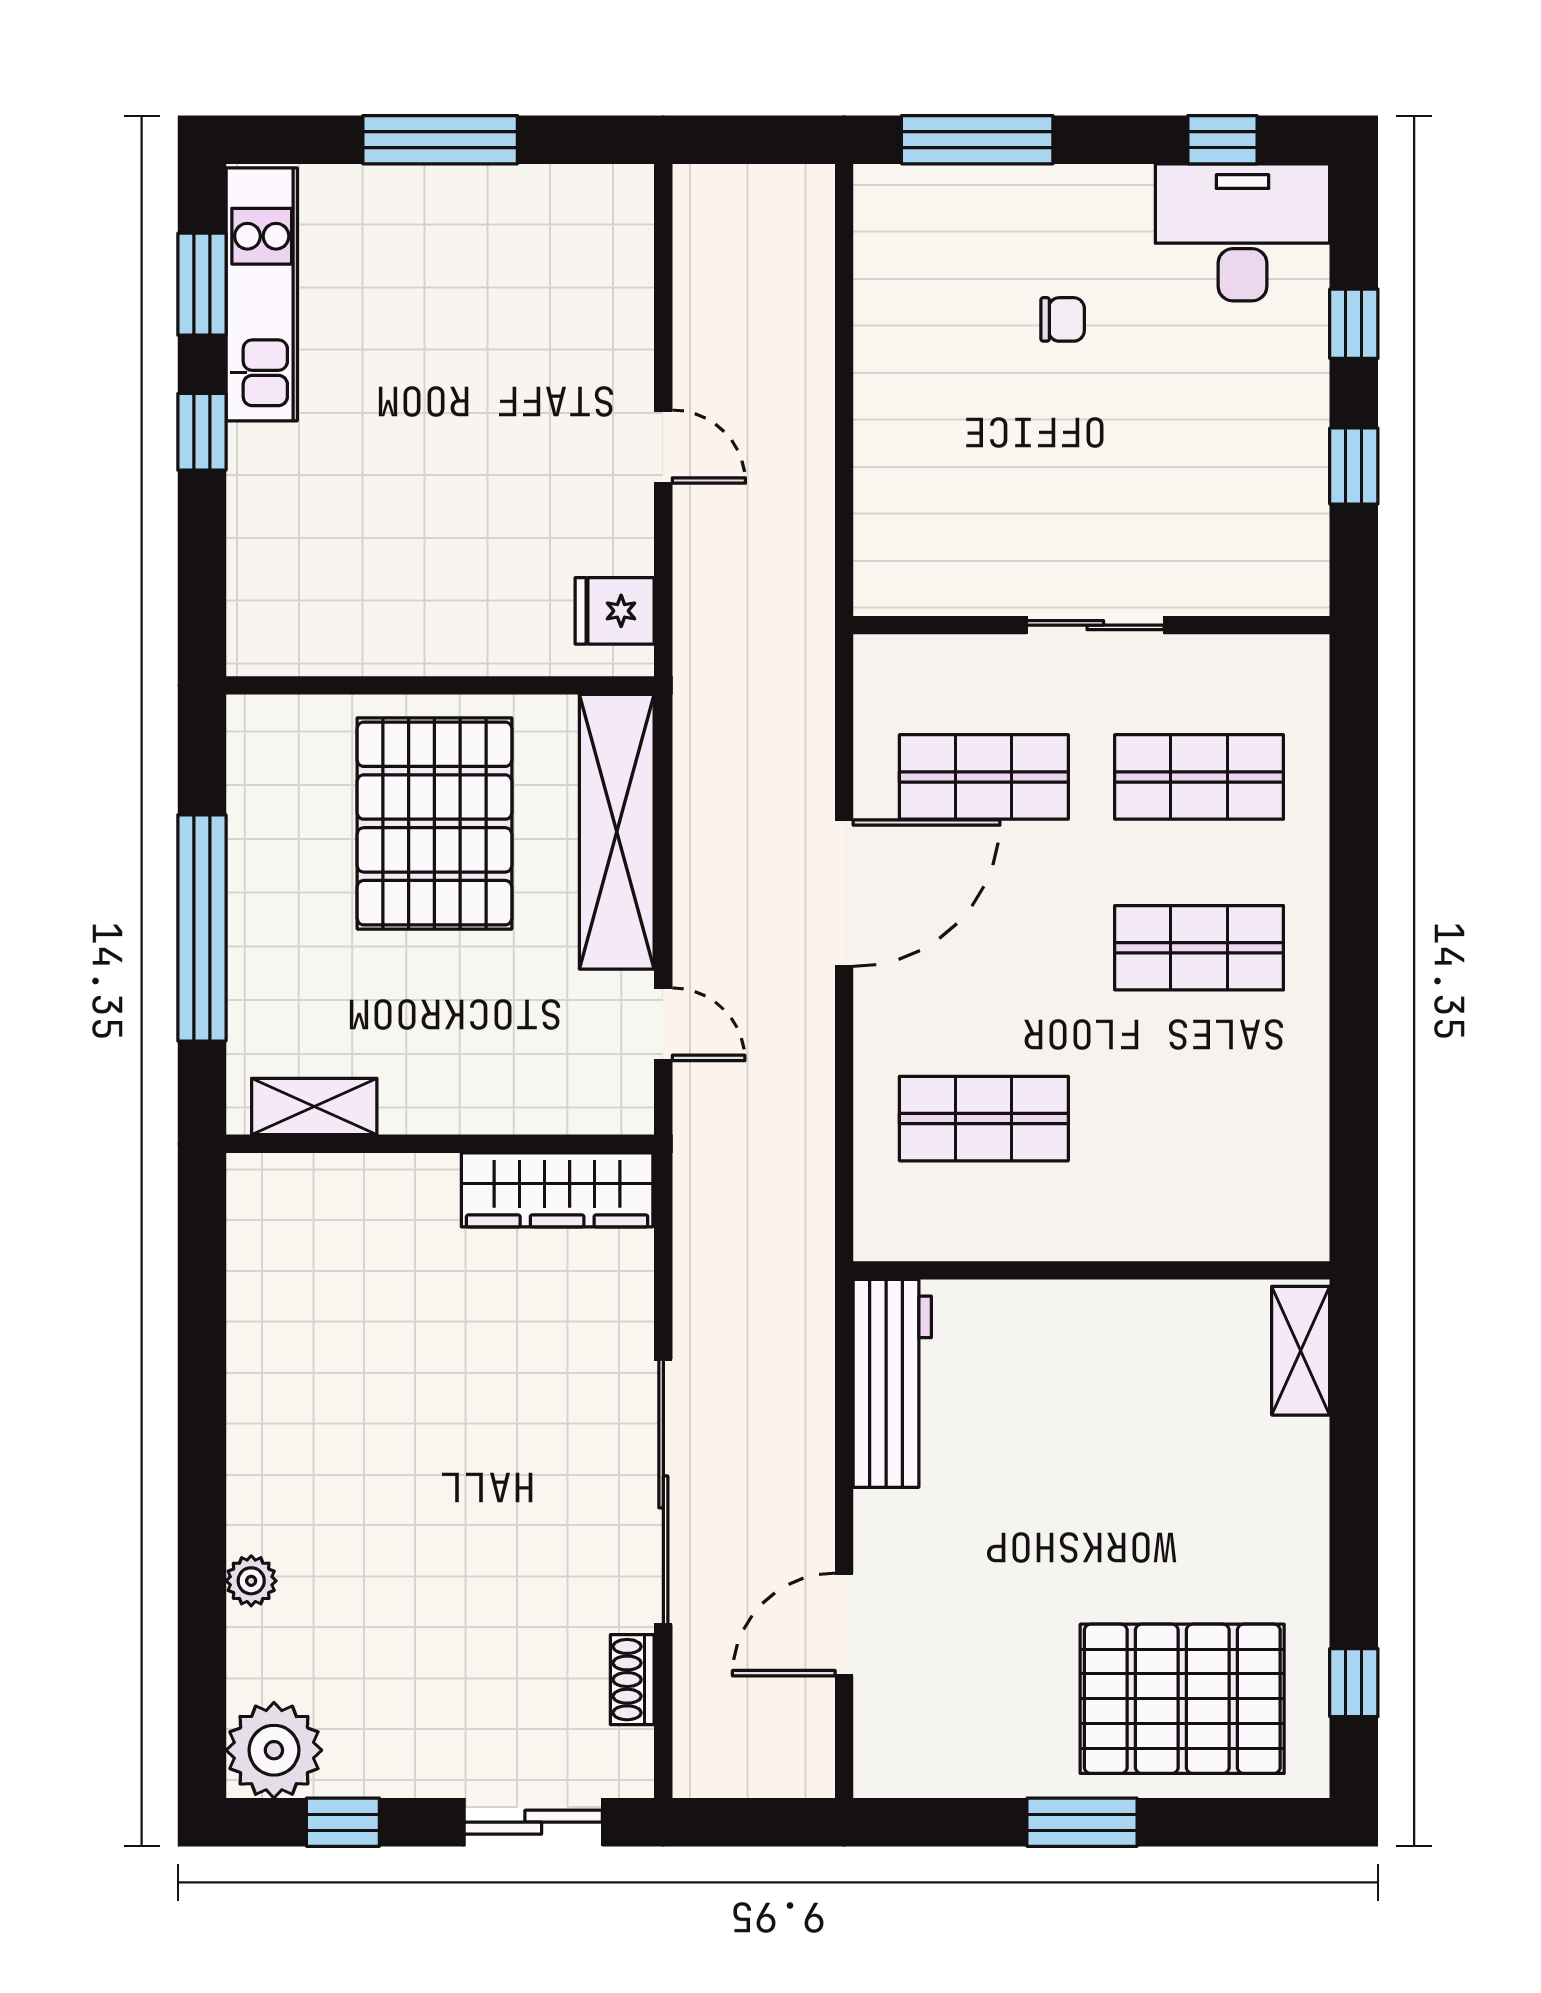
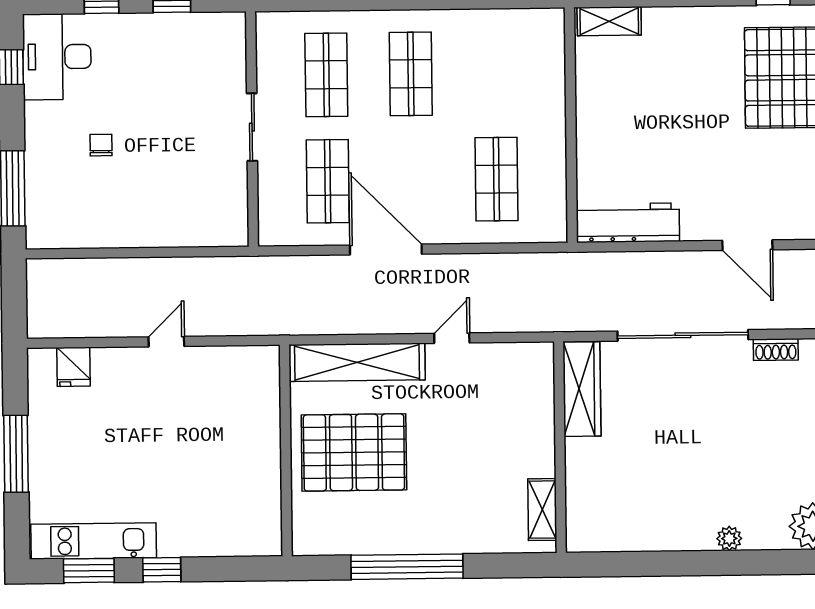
fridge: (615, 611) -> (74, 367), moved
shelving: (314, 1107) -> (542, 510), moved
wall: (440, 1144) -> (560, 447), moved
wardrobe: (557, 1190) -> (582, 389), moved

